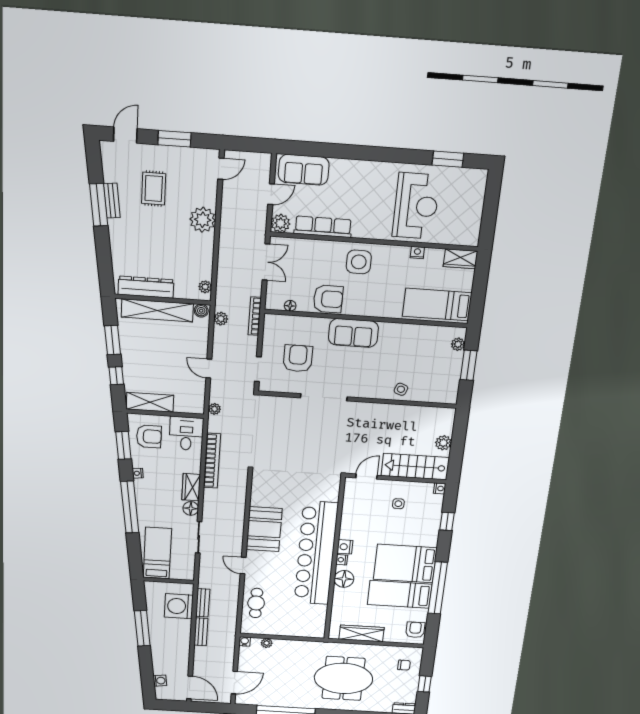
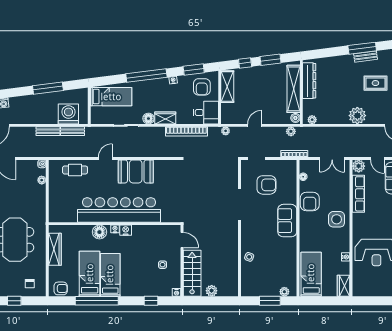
bed: (405, 564) -> (110, 275), width x0.67

